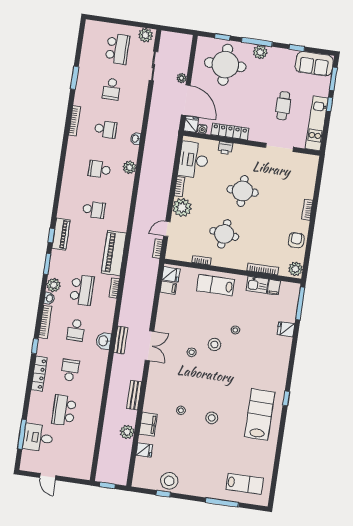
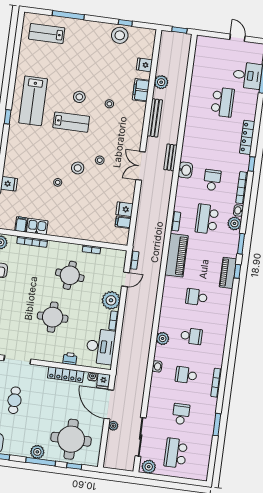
sliding door: (153, 66) -> (141, 437), width x1.37
fridge: (171, 274) -> (124, 209), moved
lab bench: (215, 285) -> (71, 122), moved
bench: (121, 340) -> (170, 157), moved
school desk: (70, 370) -> (217, 141), removed
bench: (134, 395) -> (155, 118), width x1.36

